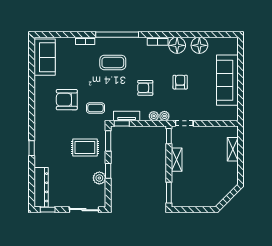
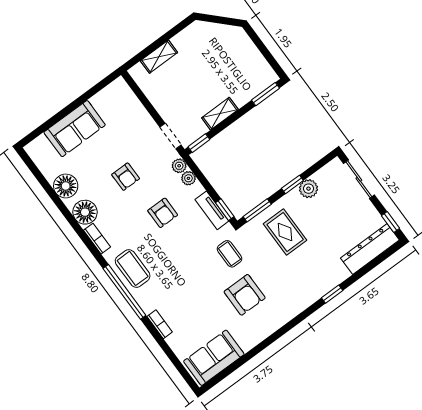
coffee table: (113, 62) -> (133, 268), moved
sofa: (227, 80) -> (75, 129), width x0.73
armchair: (180, 82) -> (126, 177), turned -90

